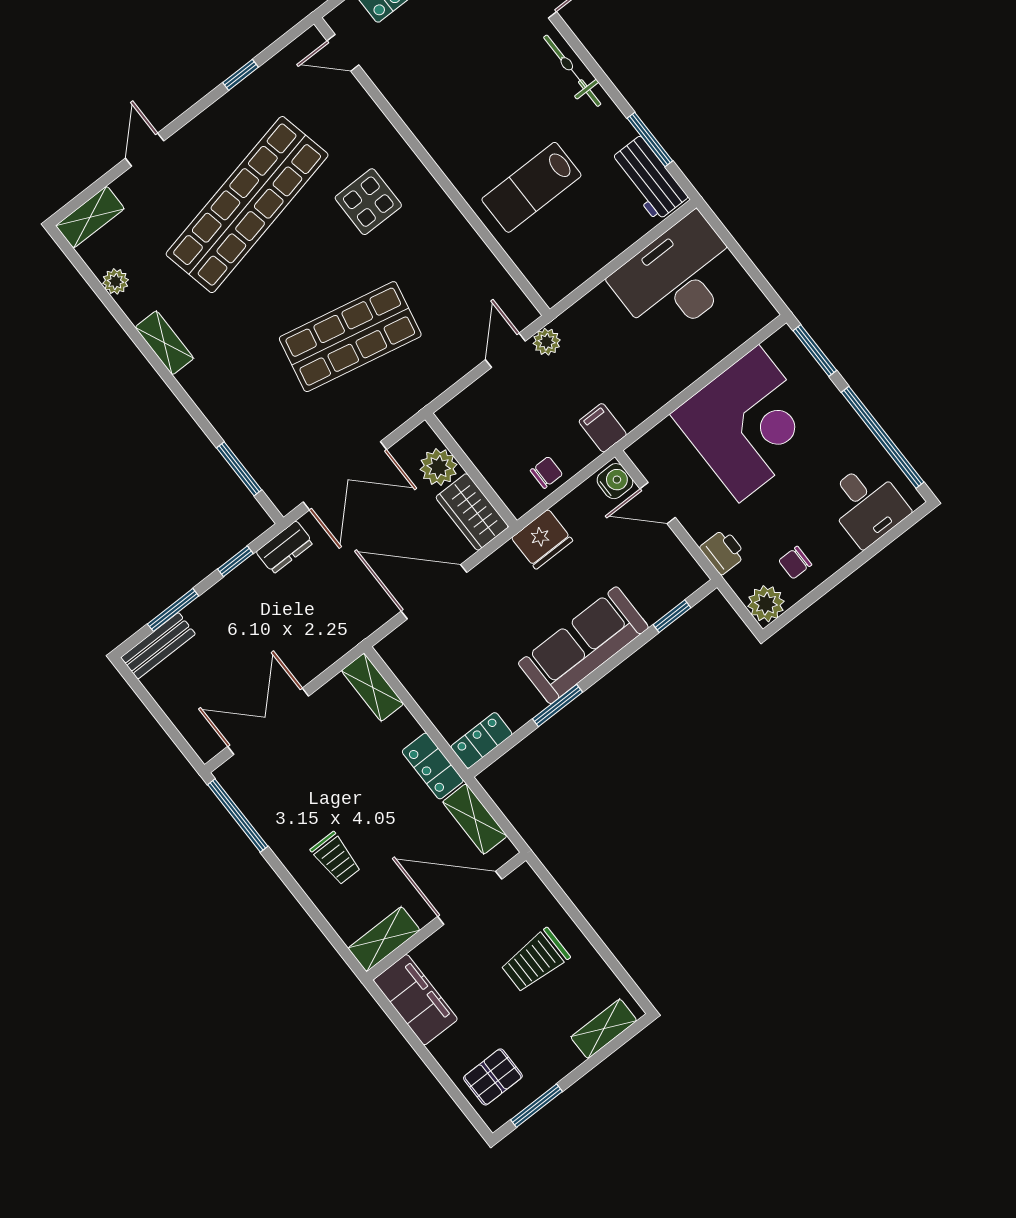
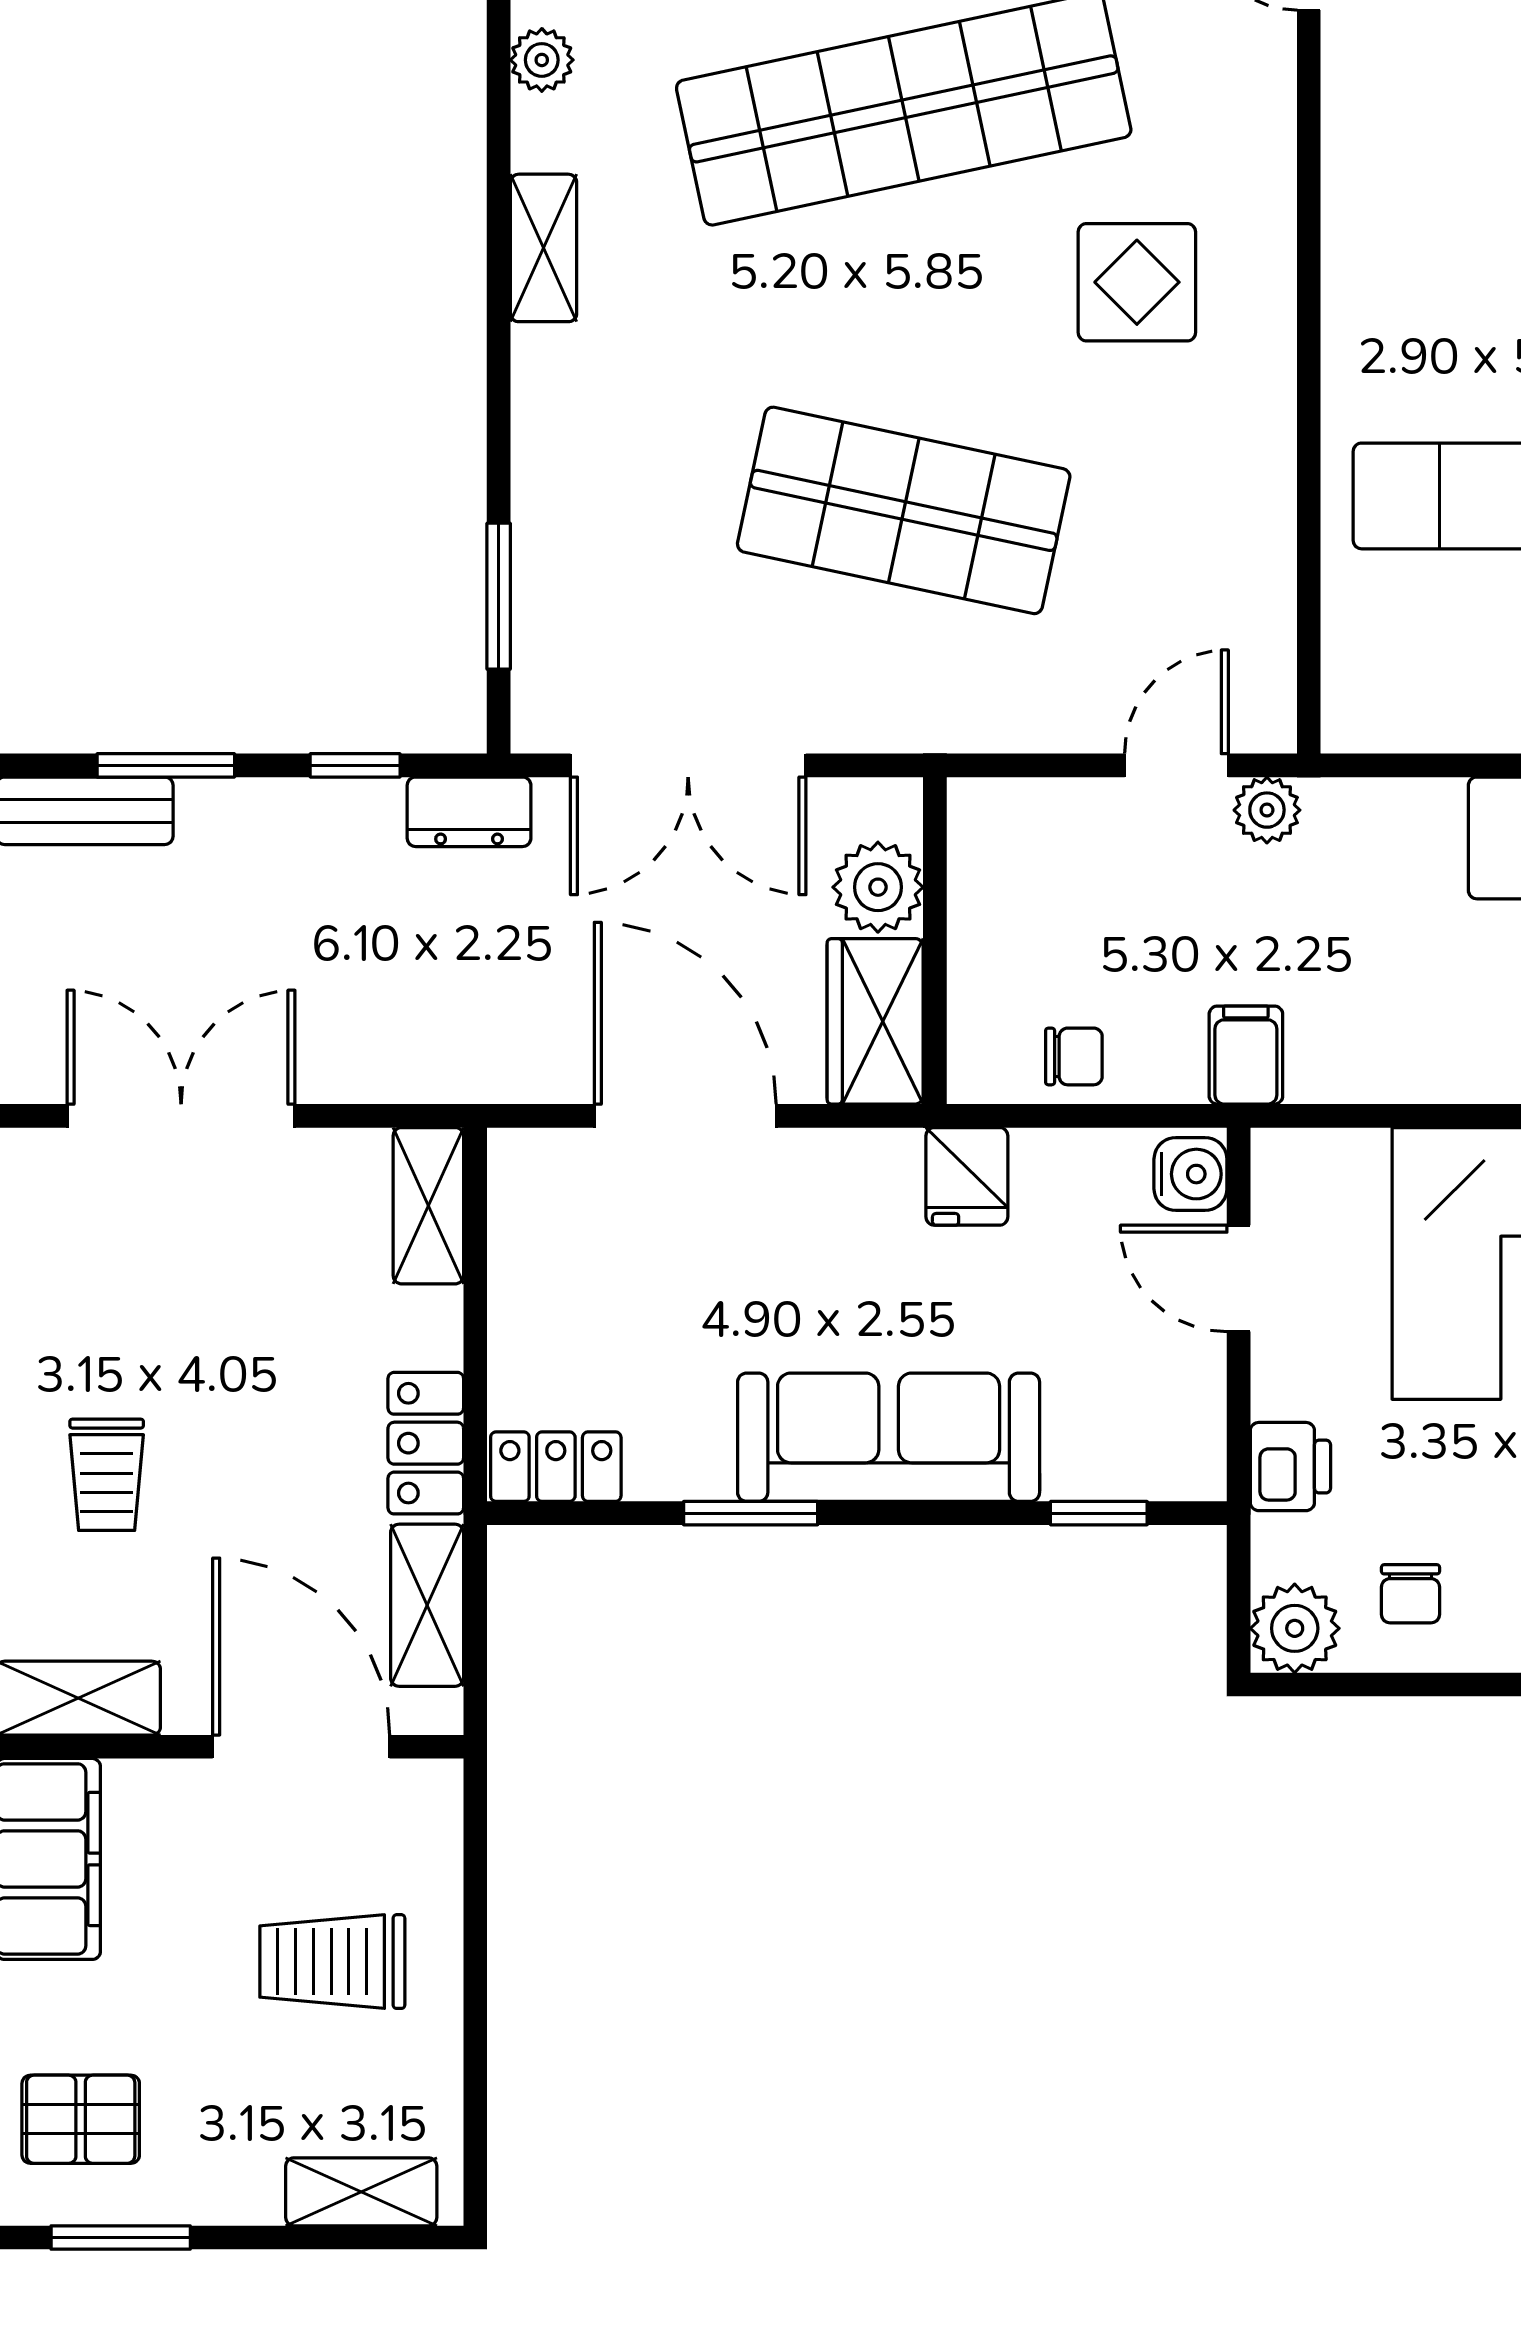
fridge: (542, 539) -> (967, 1176), width x0.72
chair: (795, 563) -> (1411, 1594), turned -90

